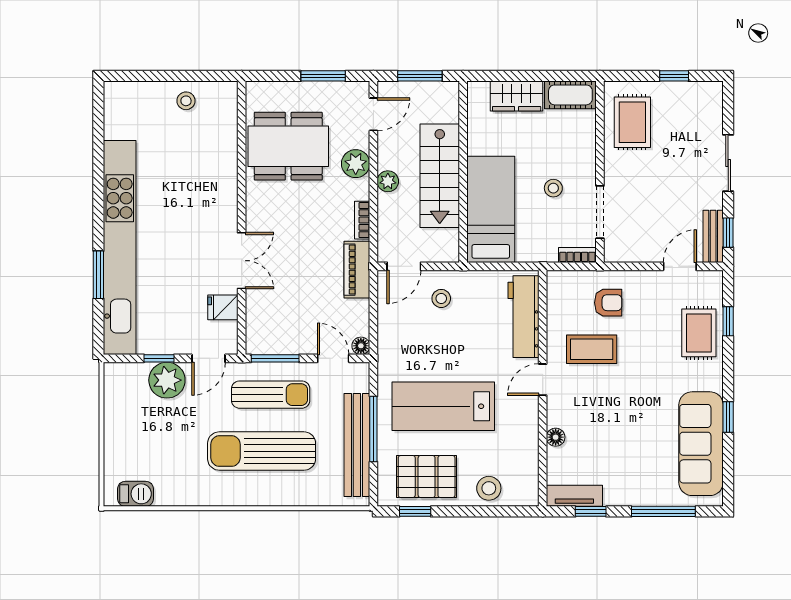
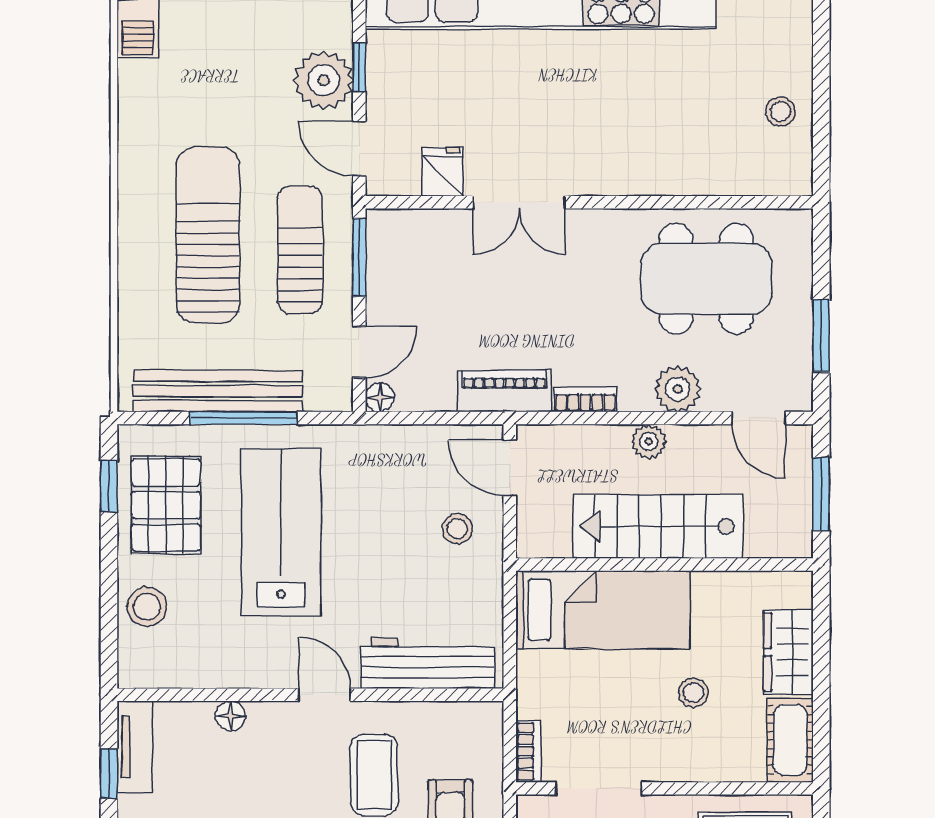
dining table: (288, 146) -> (706, 279), turned 90
stool: (553, 188) -> (693, 693), moved
sun lounger: (271, 395) -> (300, 250), turned 180

